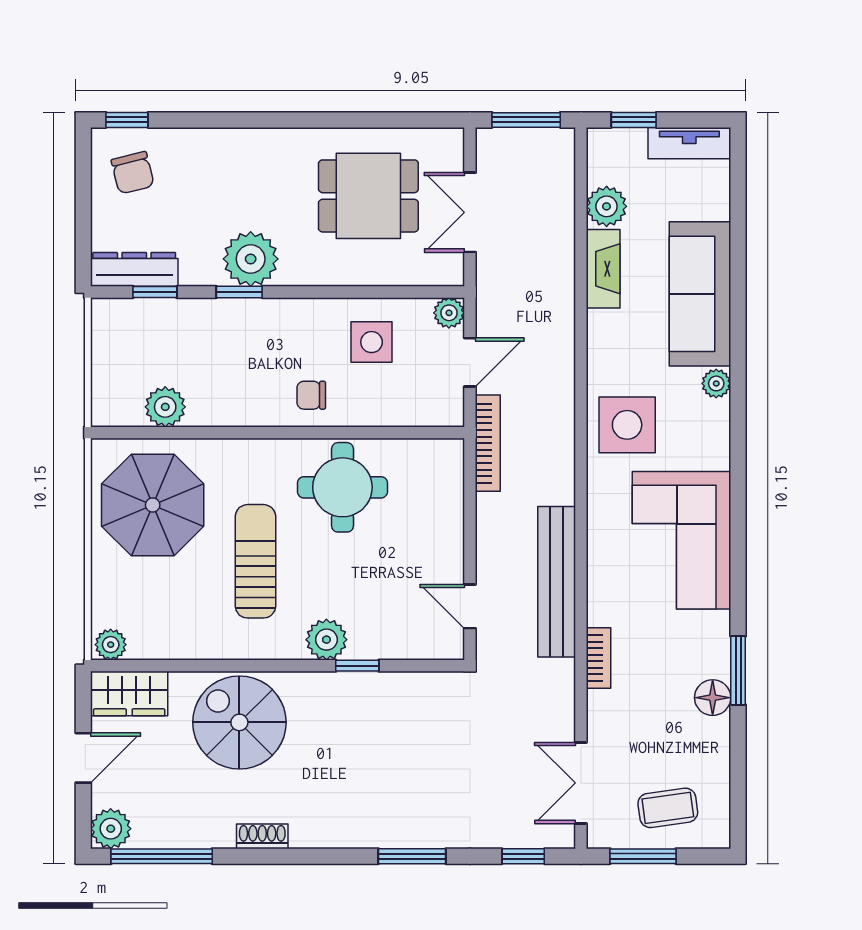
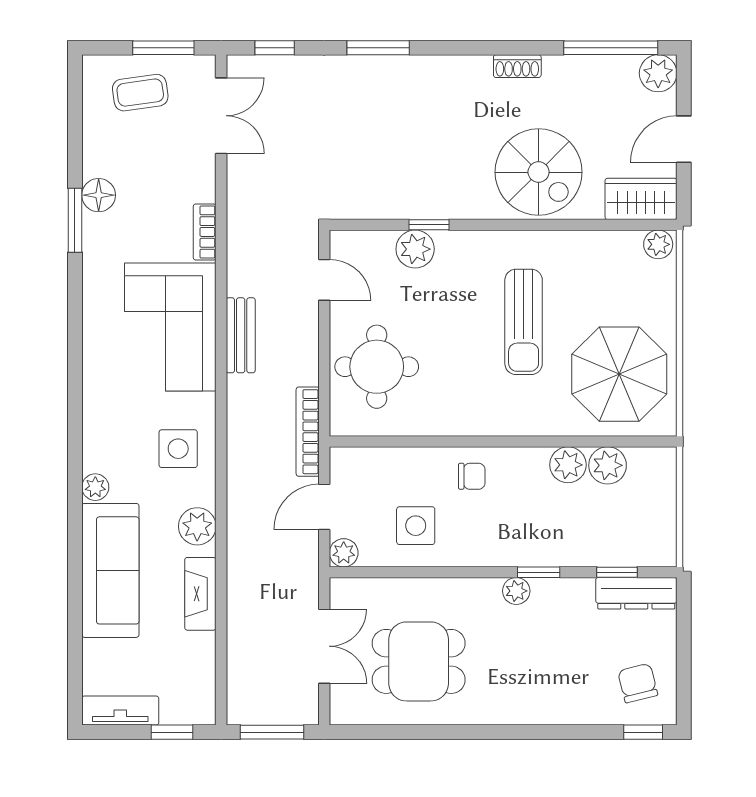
plant: (607, 206) -> (197, 526), moved
plant: (251, 259) -> (516, 591), width x0.53, depth x0.53
plant: (208, 408) -> (568, 465), added
side table: (627, 425) -> (178, 449), width x0.73, depth x0.73
round table: (342, 487) -> (377, 367), moved
corner sofa: (681, 540) -> (170, 327), moved, turned 180
bench: (557, 582) -> (241, 335), width x0.54, depth x0.82
plant: (326, 640) -> (415, 249), moved

